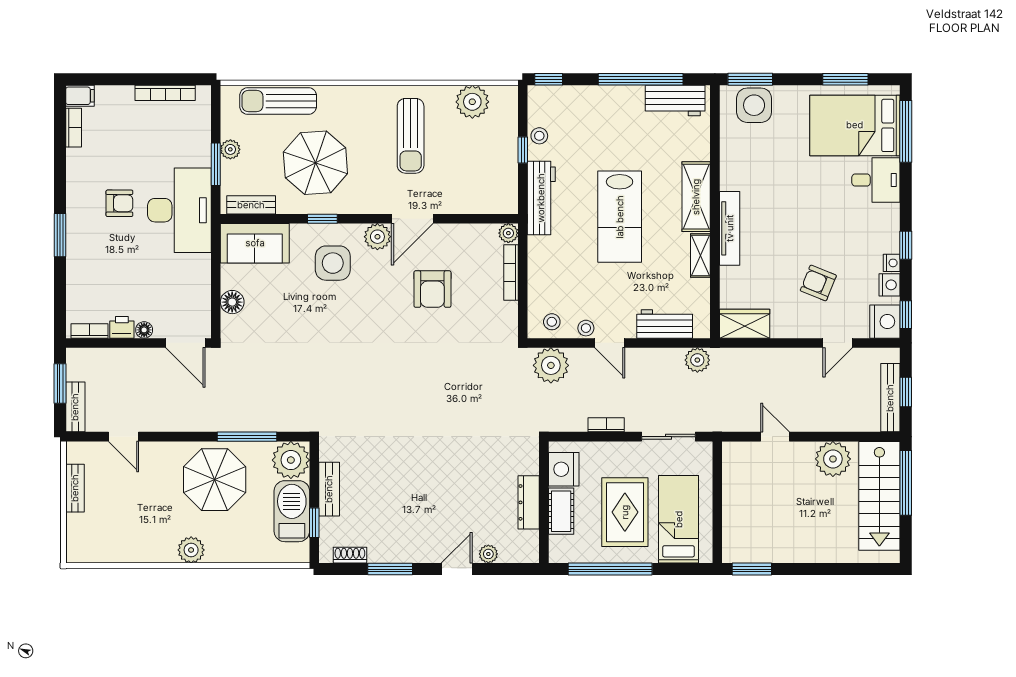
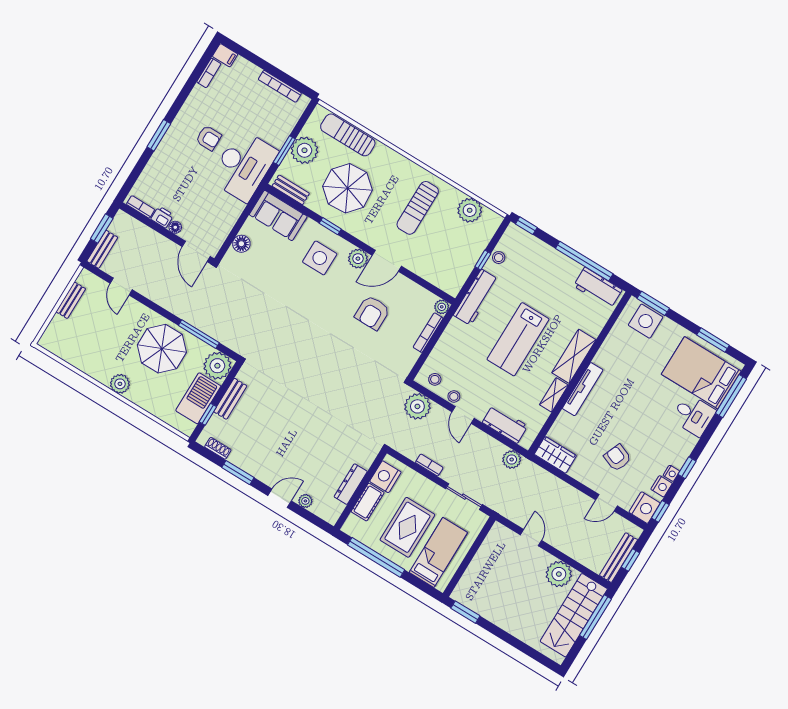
plant: (230, 149) -> (304, 150), width x1.88, depth x1.88

